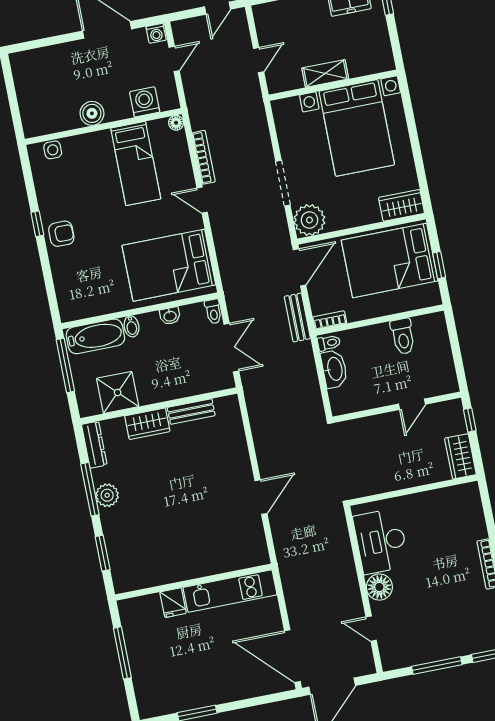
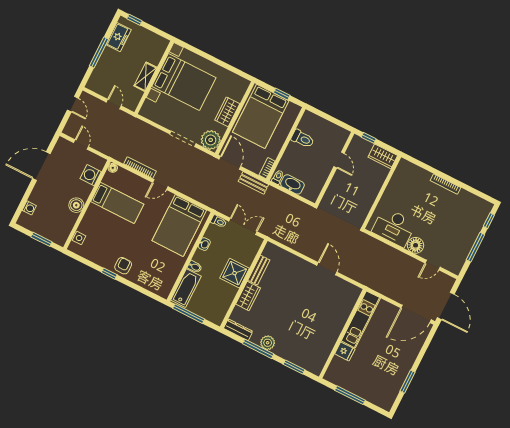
washing machine: (156, 33) -> (29, 208), moved
window: (13, 103) -> (41, 239), added
wardrobe: (402, 205) -> (227, 112), moved
shower: (118, 392) -> (235, 273), moved

